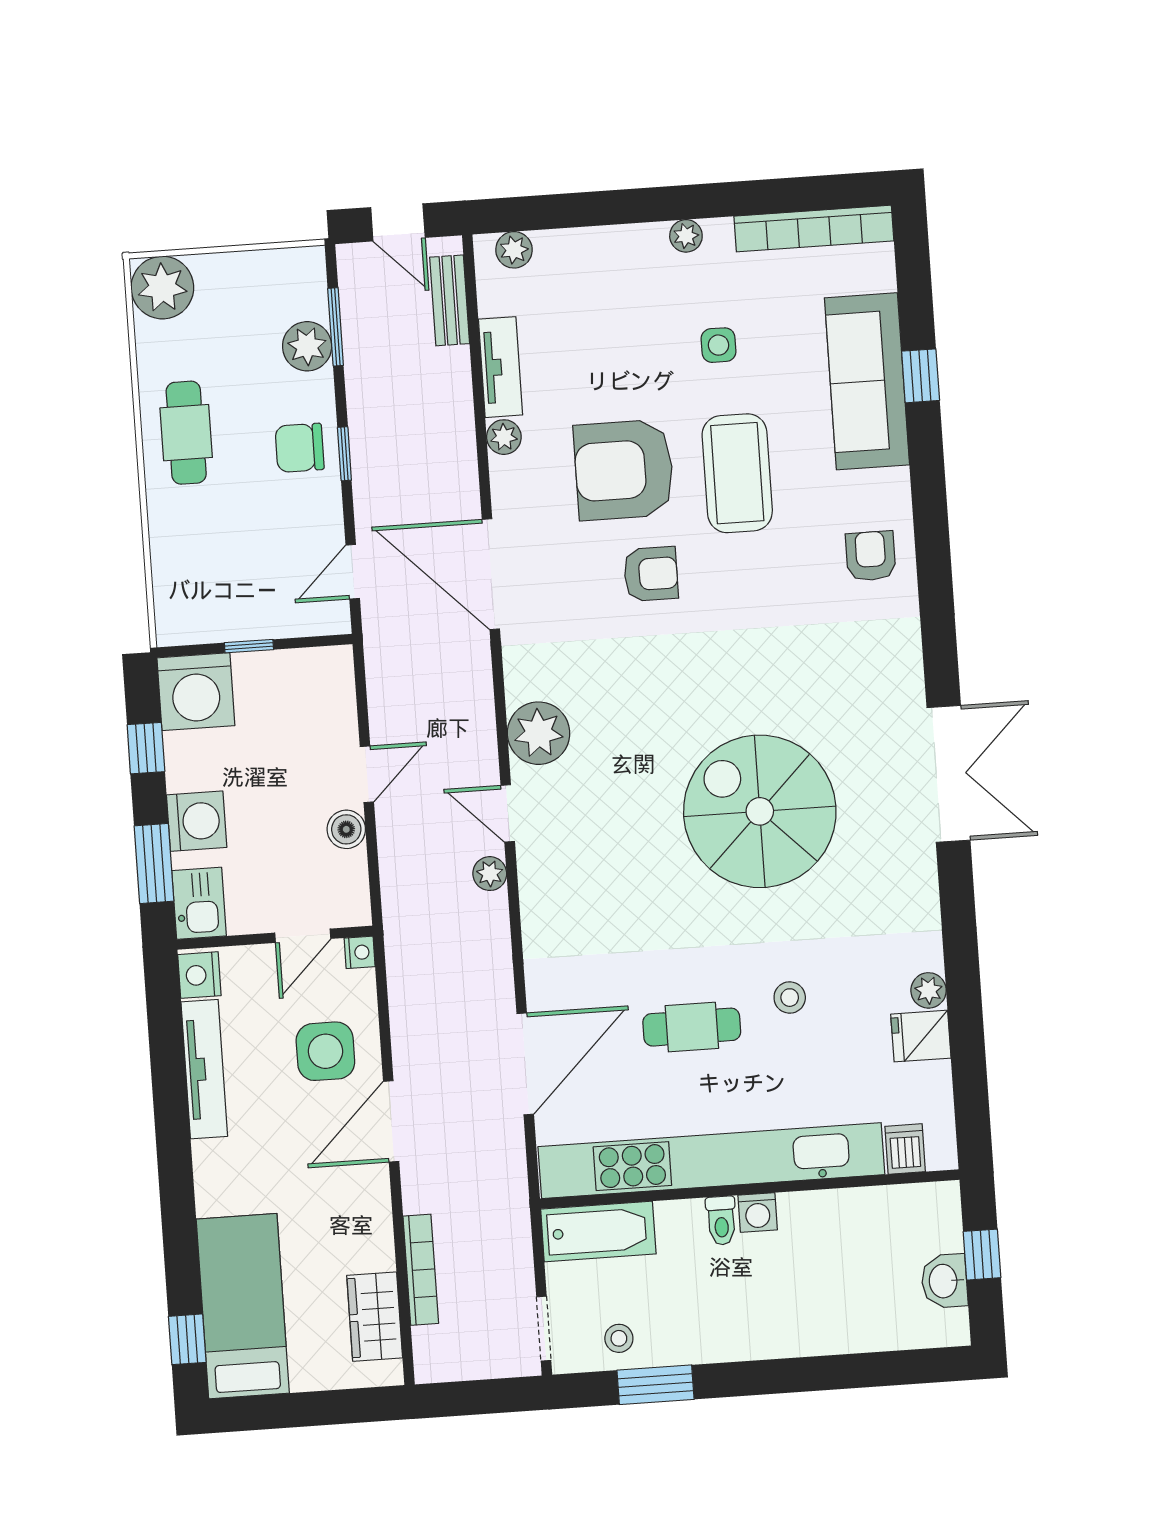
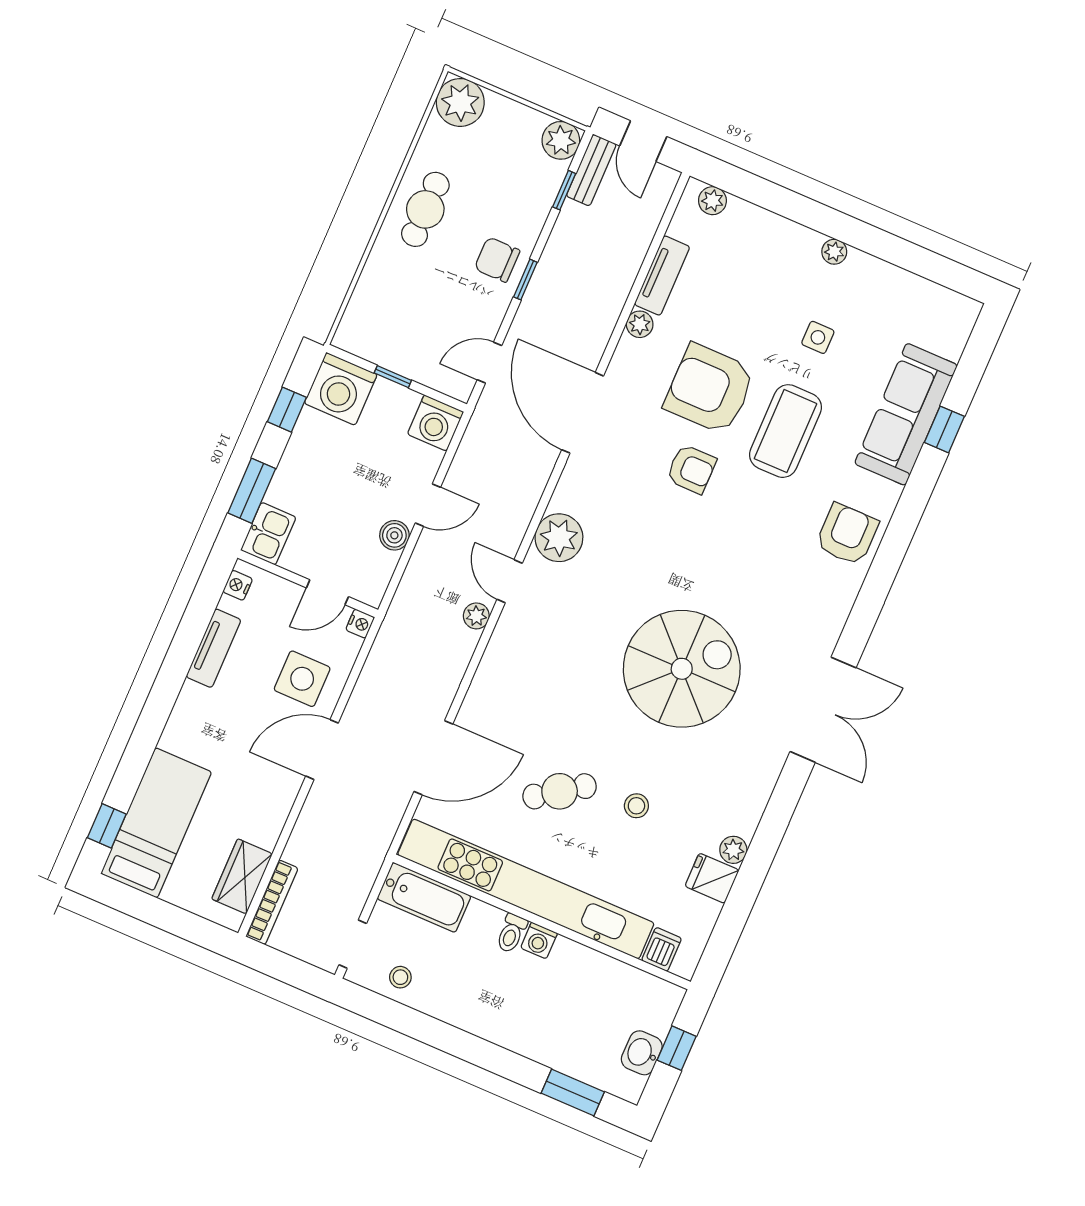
bookcase: (814, 229) -> (924, 292), removed
bench: (450, 300) -> (591, 170), moved
window: (336, 327) -> (564, 190), width x0.67
plant: (307, 346) -> (561, 140), moved
armchair: (871, 556) -> (847, 534), width x1.38, depth x1.38
spiral stairs: (760, 811) -> (682, 669), turned 90
washing machine: (197, 821) -> (436, 423), moved, turned 90
nightstand: (199, 975) -> (238, 585), width x0.72, depth x0.74
cafe table: (692, 1027) -> (560, 791), turned -35
tv unit: (204, 1069) -> (213, 648), width x0.71
bookcase: (421, 1270) -> (272, 902), moved
window: (655, 1385) -> (573, 1093), moved

